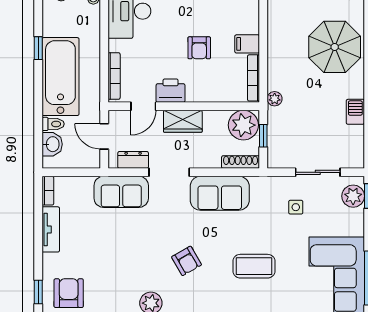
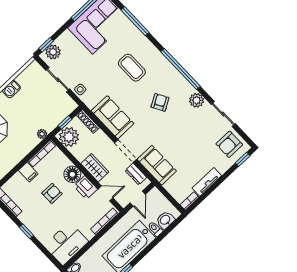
floor lamp: (199, 90) -> (72, 174), added
side table: (296, 207) -> (80, 89), moved

